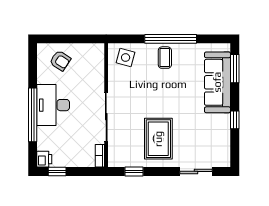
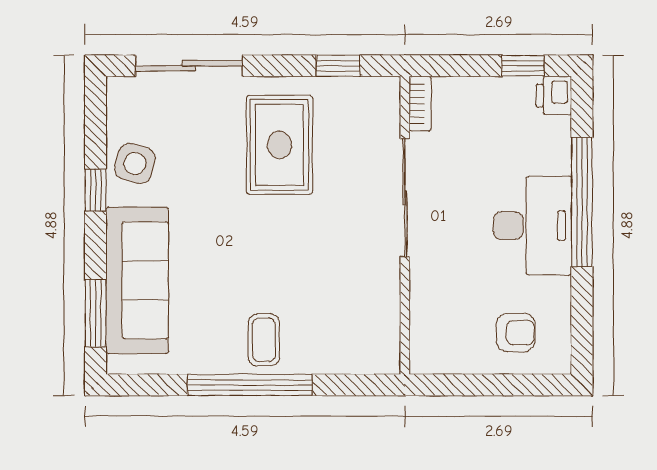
side table: (126, 58) -> (135, 164), moved
armchair: (60, 61) -> (516, 333), turned 147
sliding door: (196, 171) -> (189, 66), width x1.37

